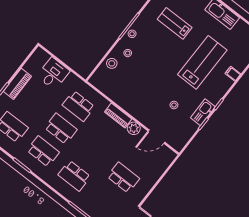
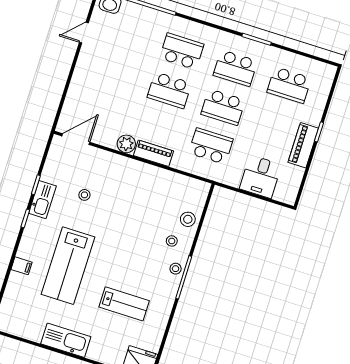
door: (156, 137) -> (76, 139), moved
school desk: (123, 177) -> (169, 90), moved

